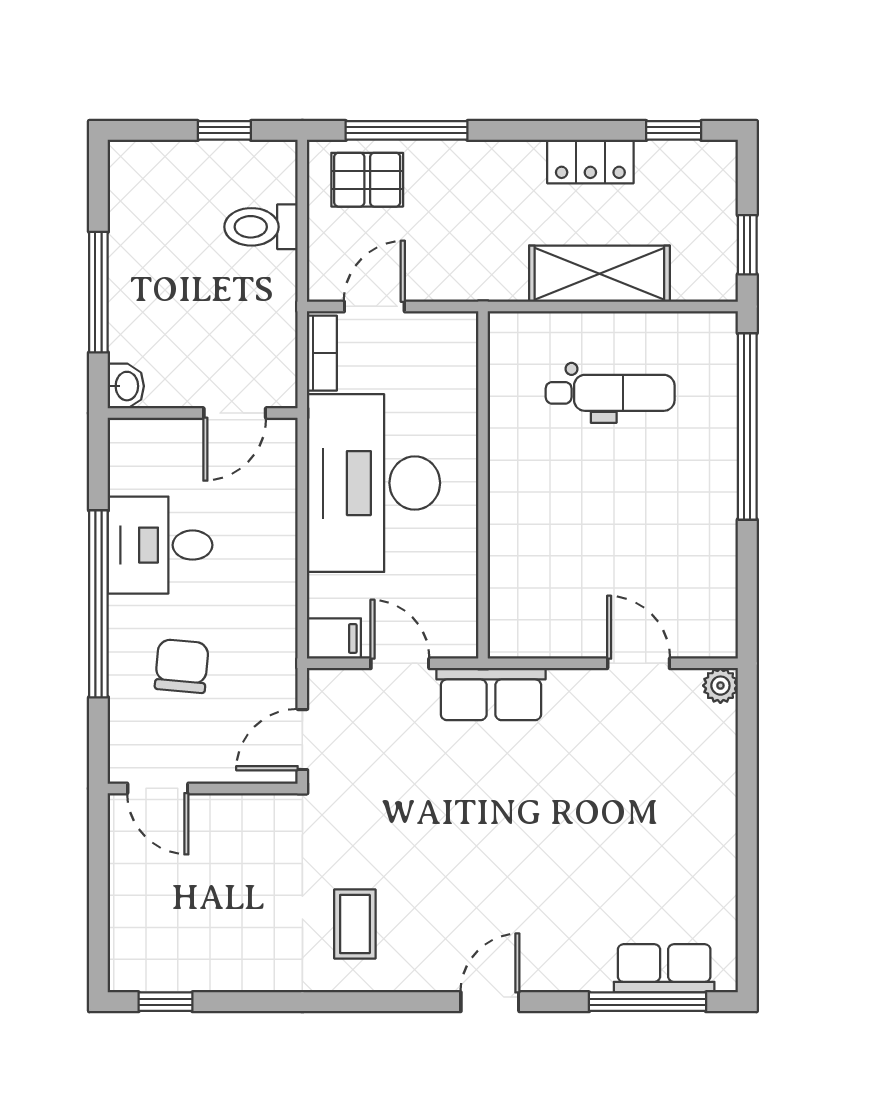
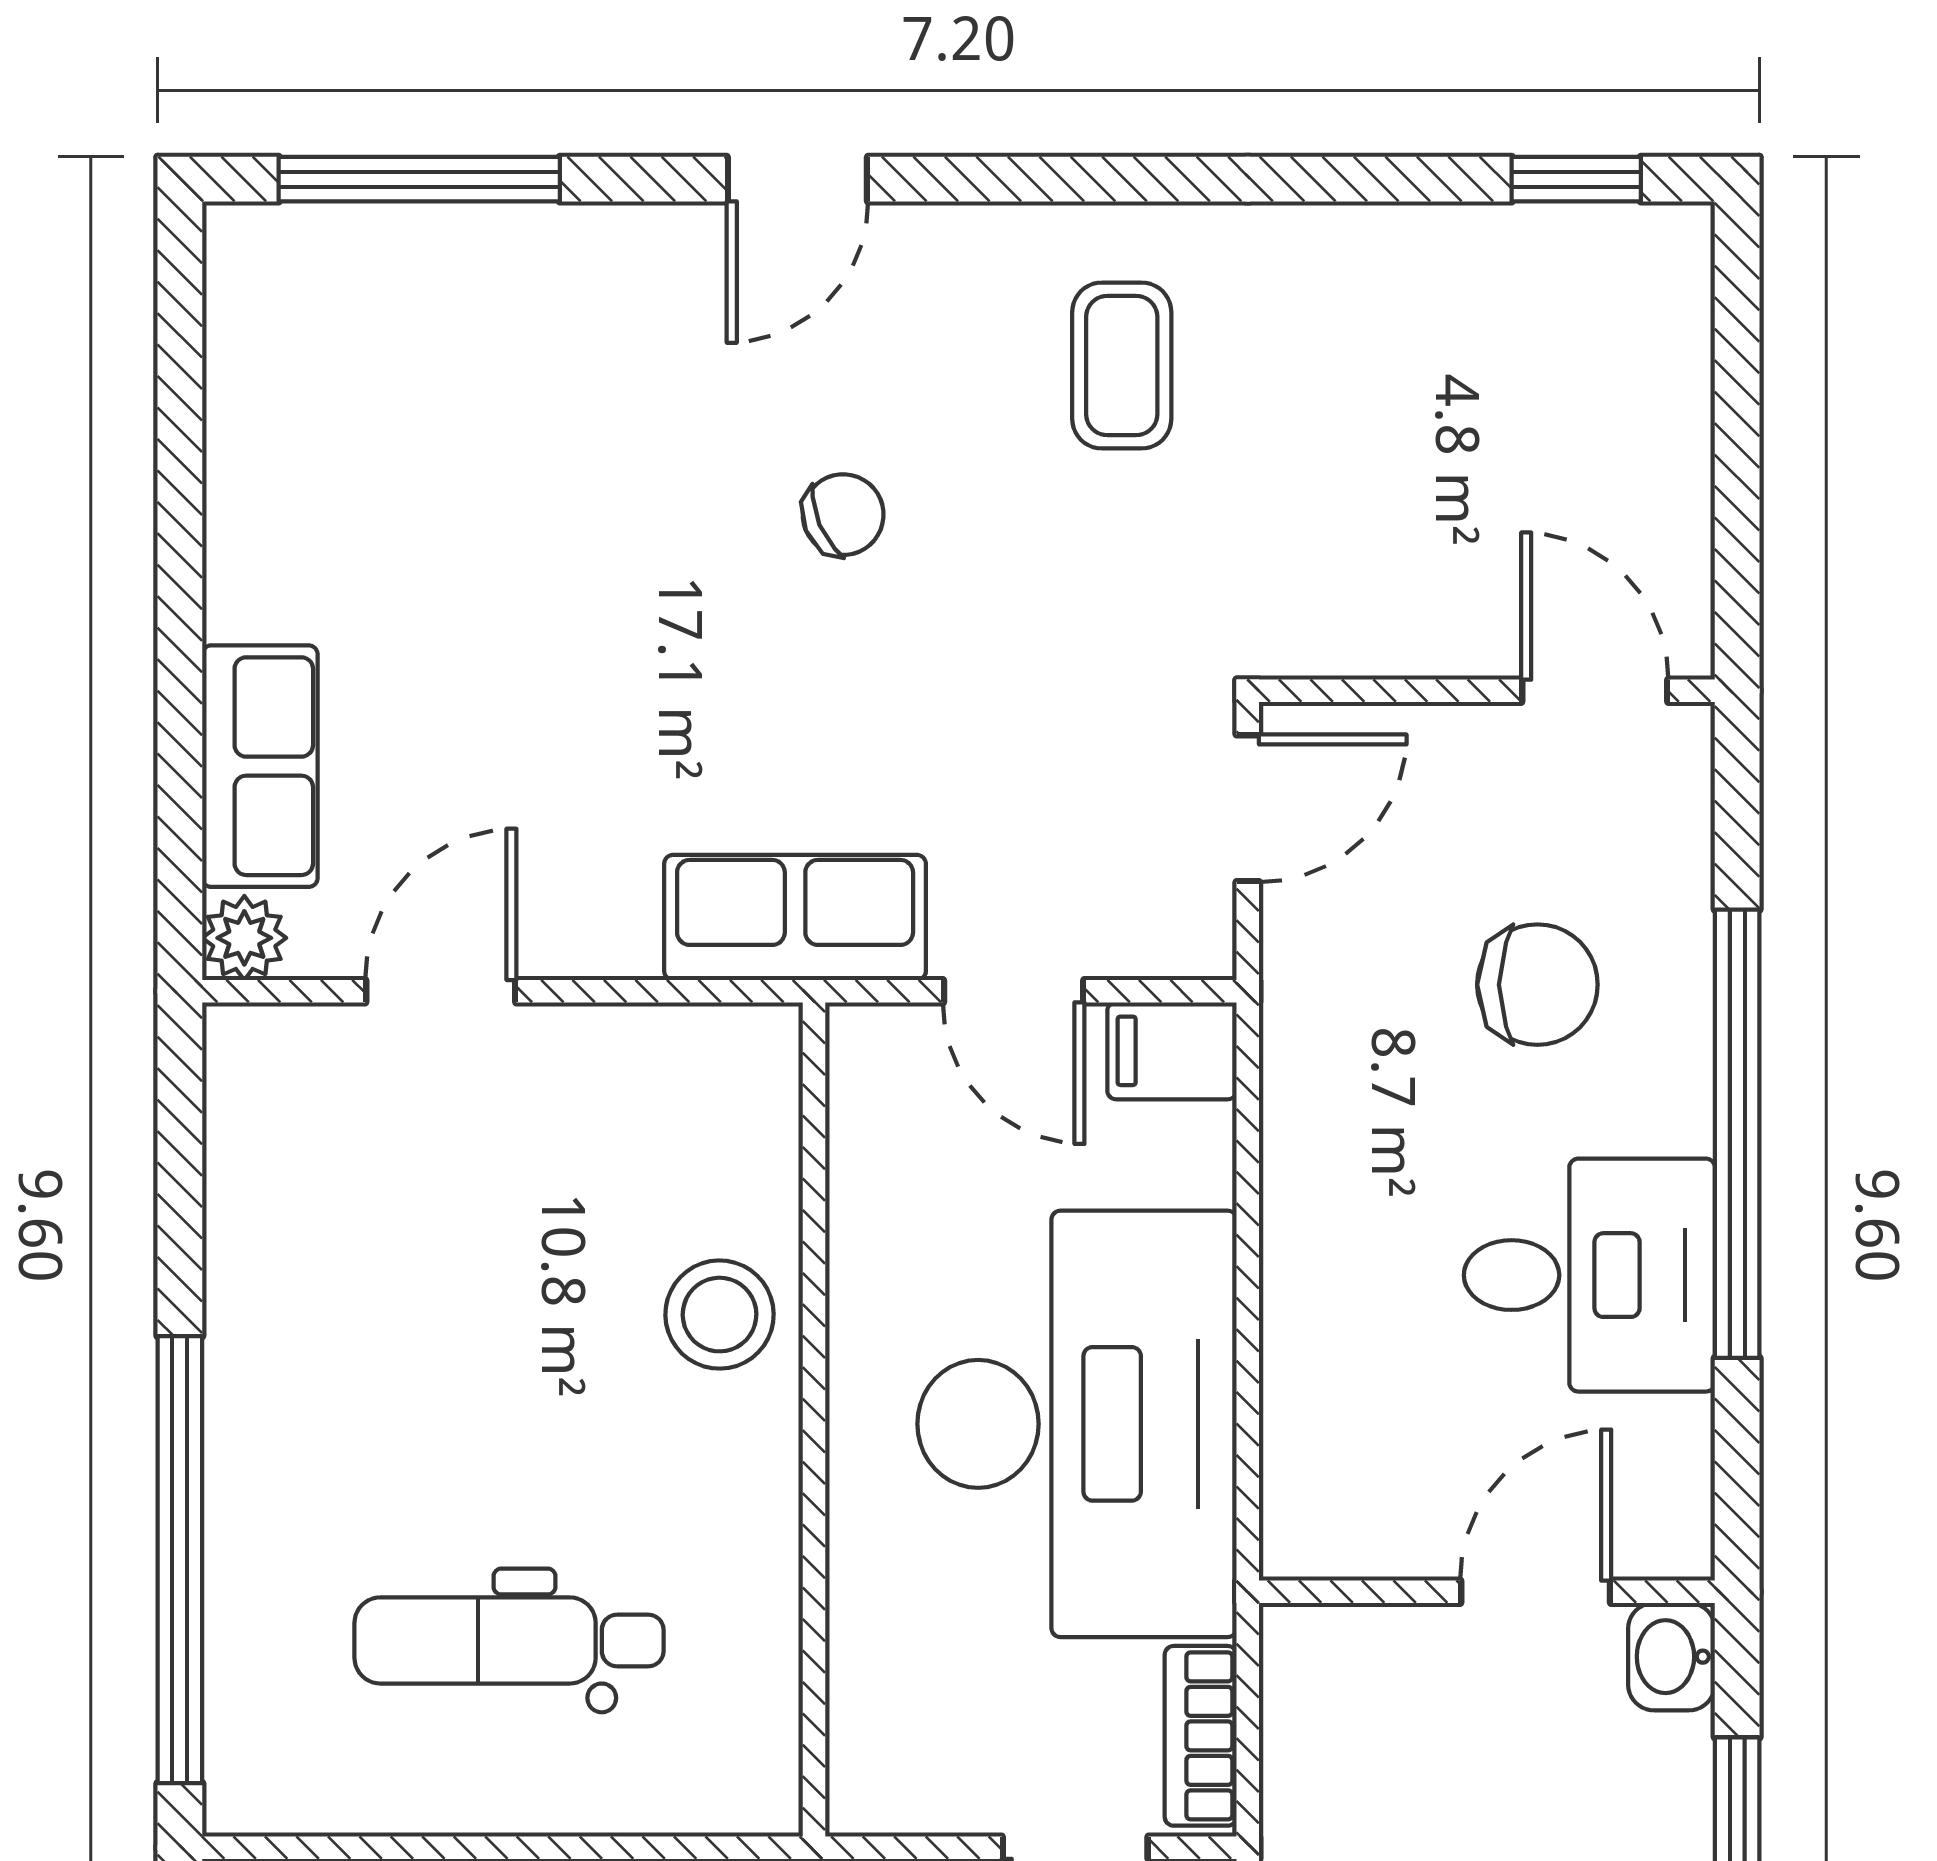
door: (235, 413) -> (1536, 1592), moved
stool: (522, 529) -> (720, 1315), added
door: (639, 663) -> (441, 991), swing flipped
chair: (182, 666) -> (1537, 985), turned -95
chair: (471, 862) -> (843, 515), added
row of seats: (664, 968) -> (260, 766), moved, turned -90

